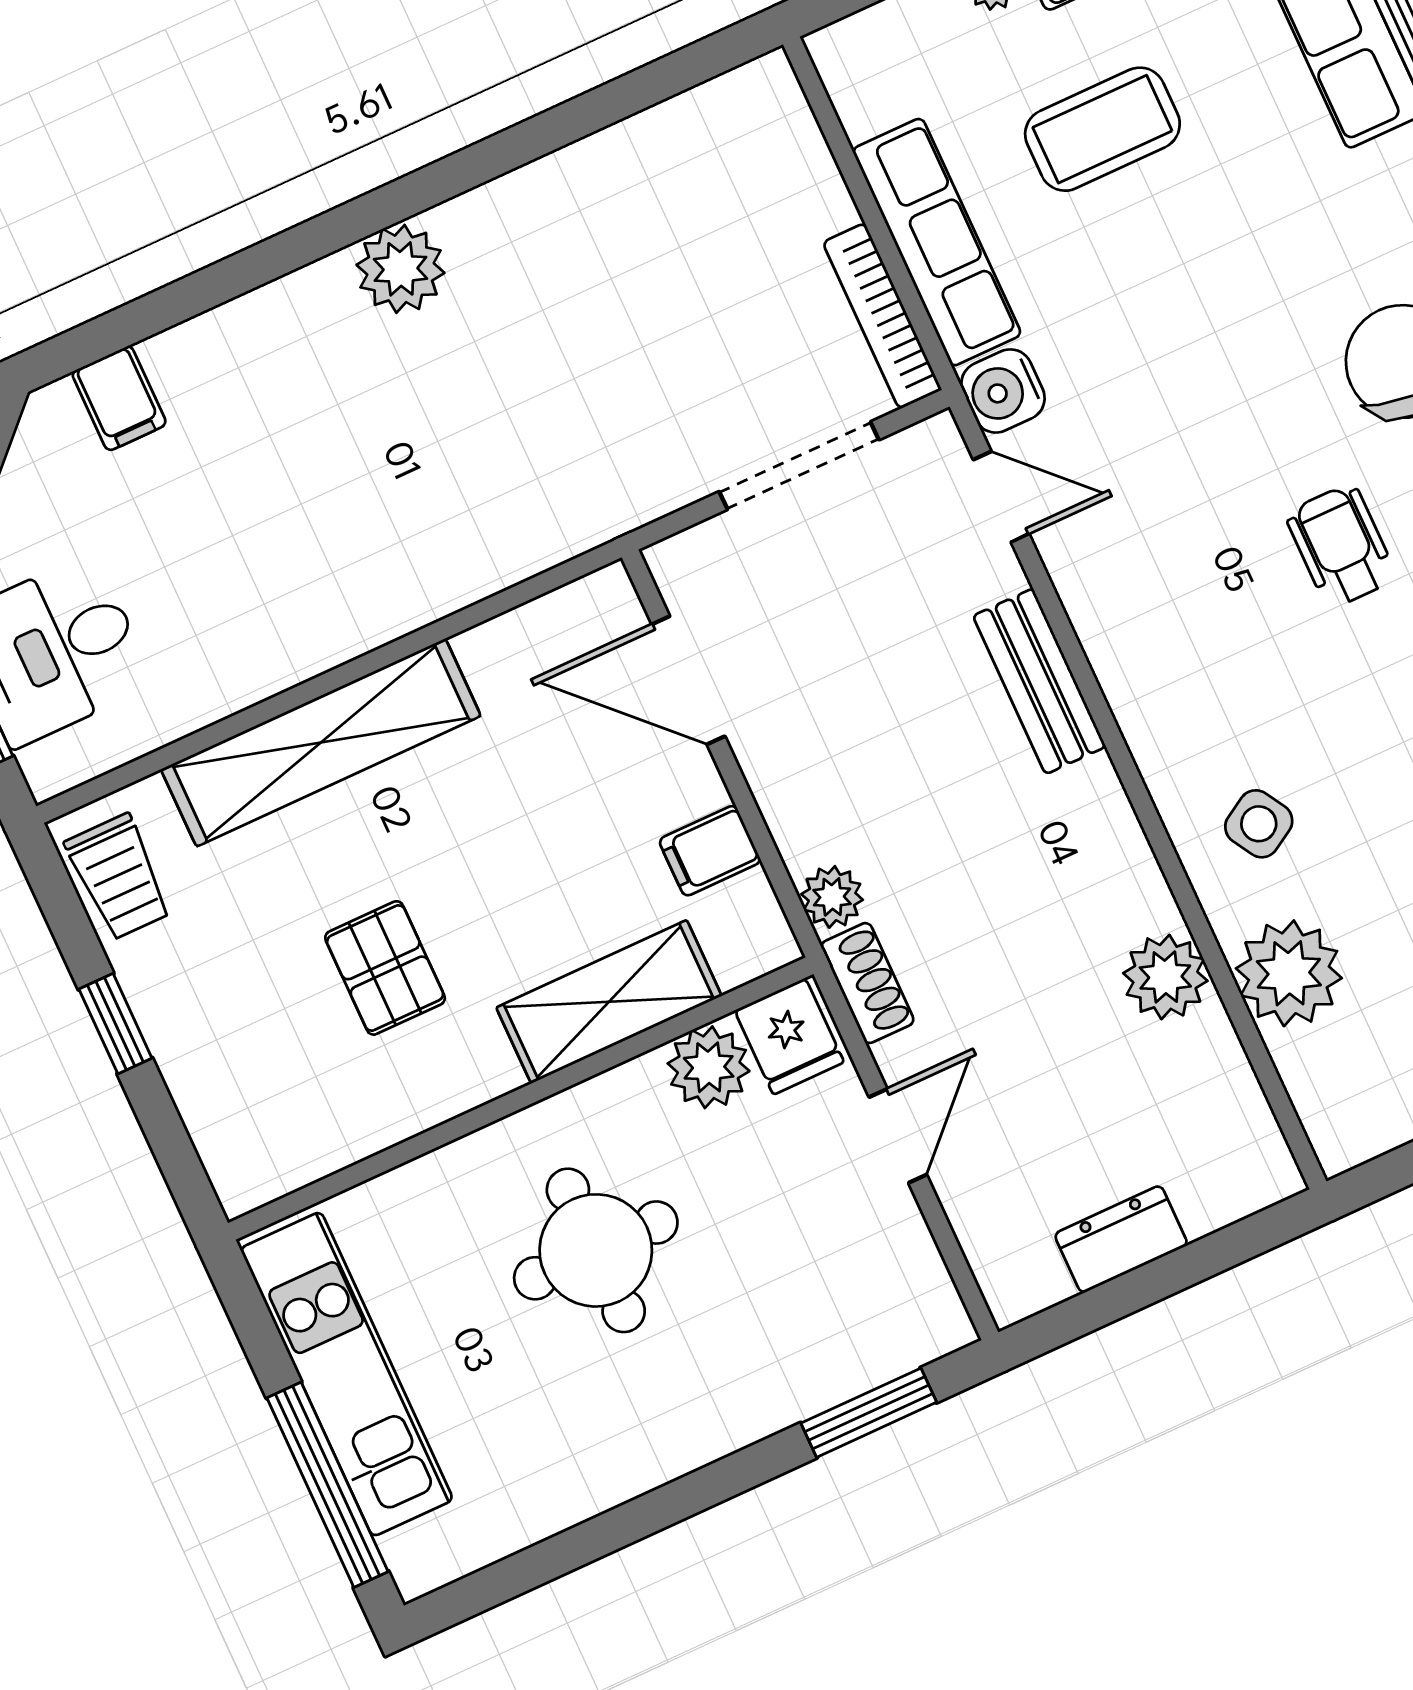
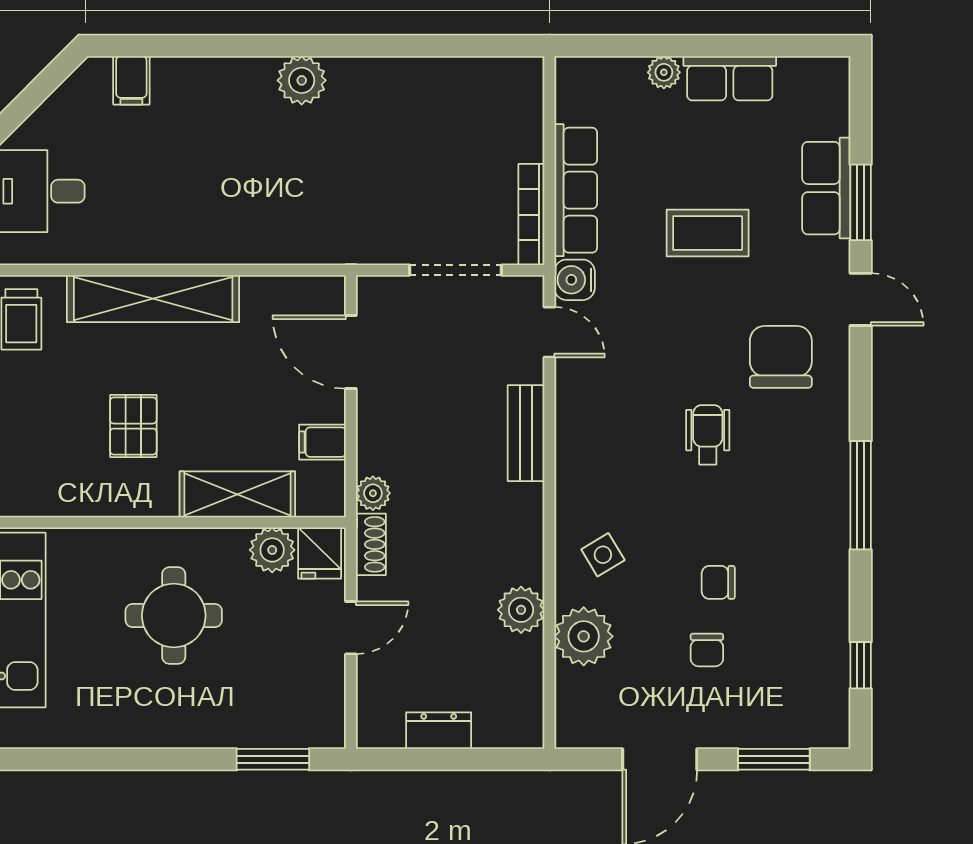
coffee table: (1102, 129) -> (708, 233), moved

